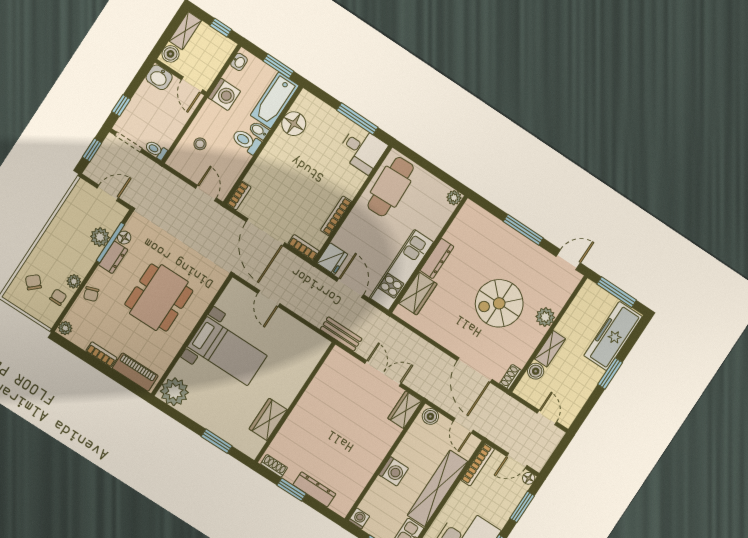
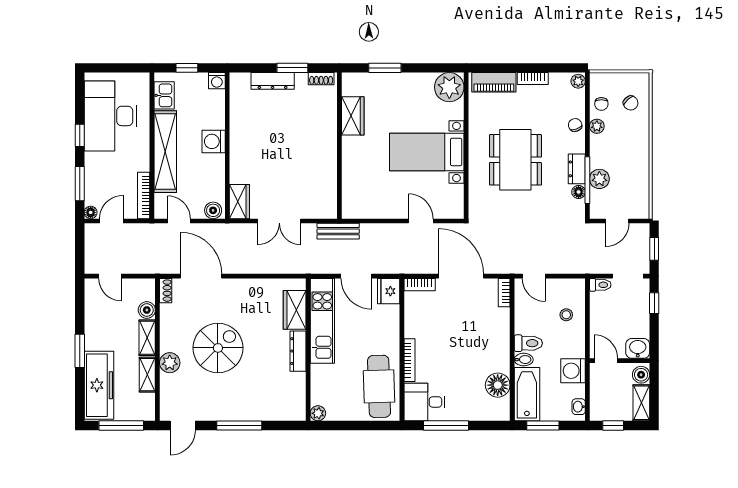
bookcase: (336, 216) -> (410, 360), moved
shelving: (569, 319) -> (147, 375), added

